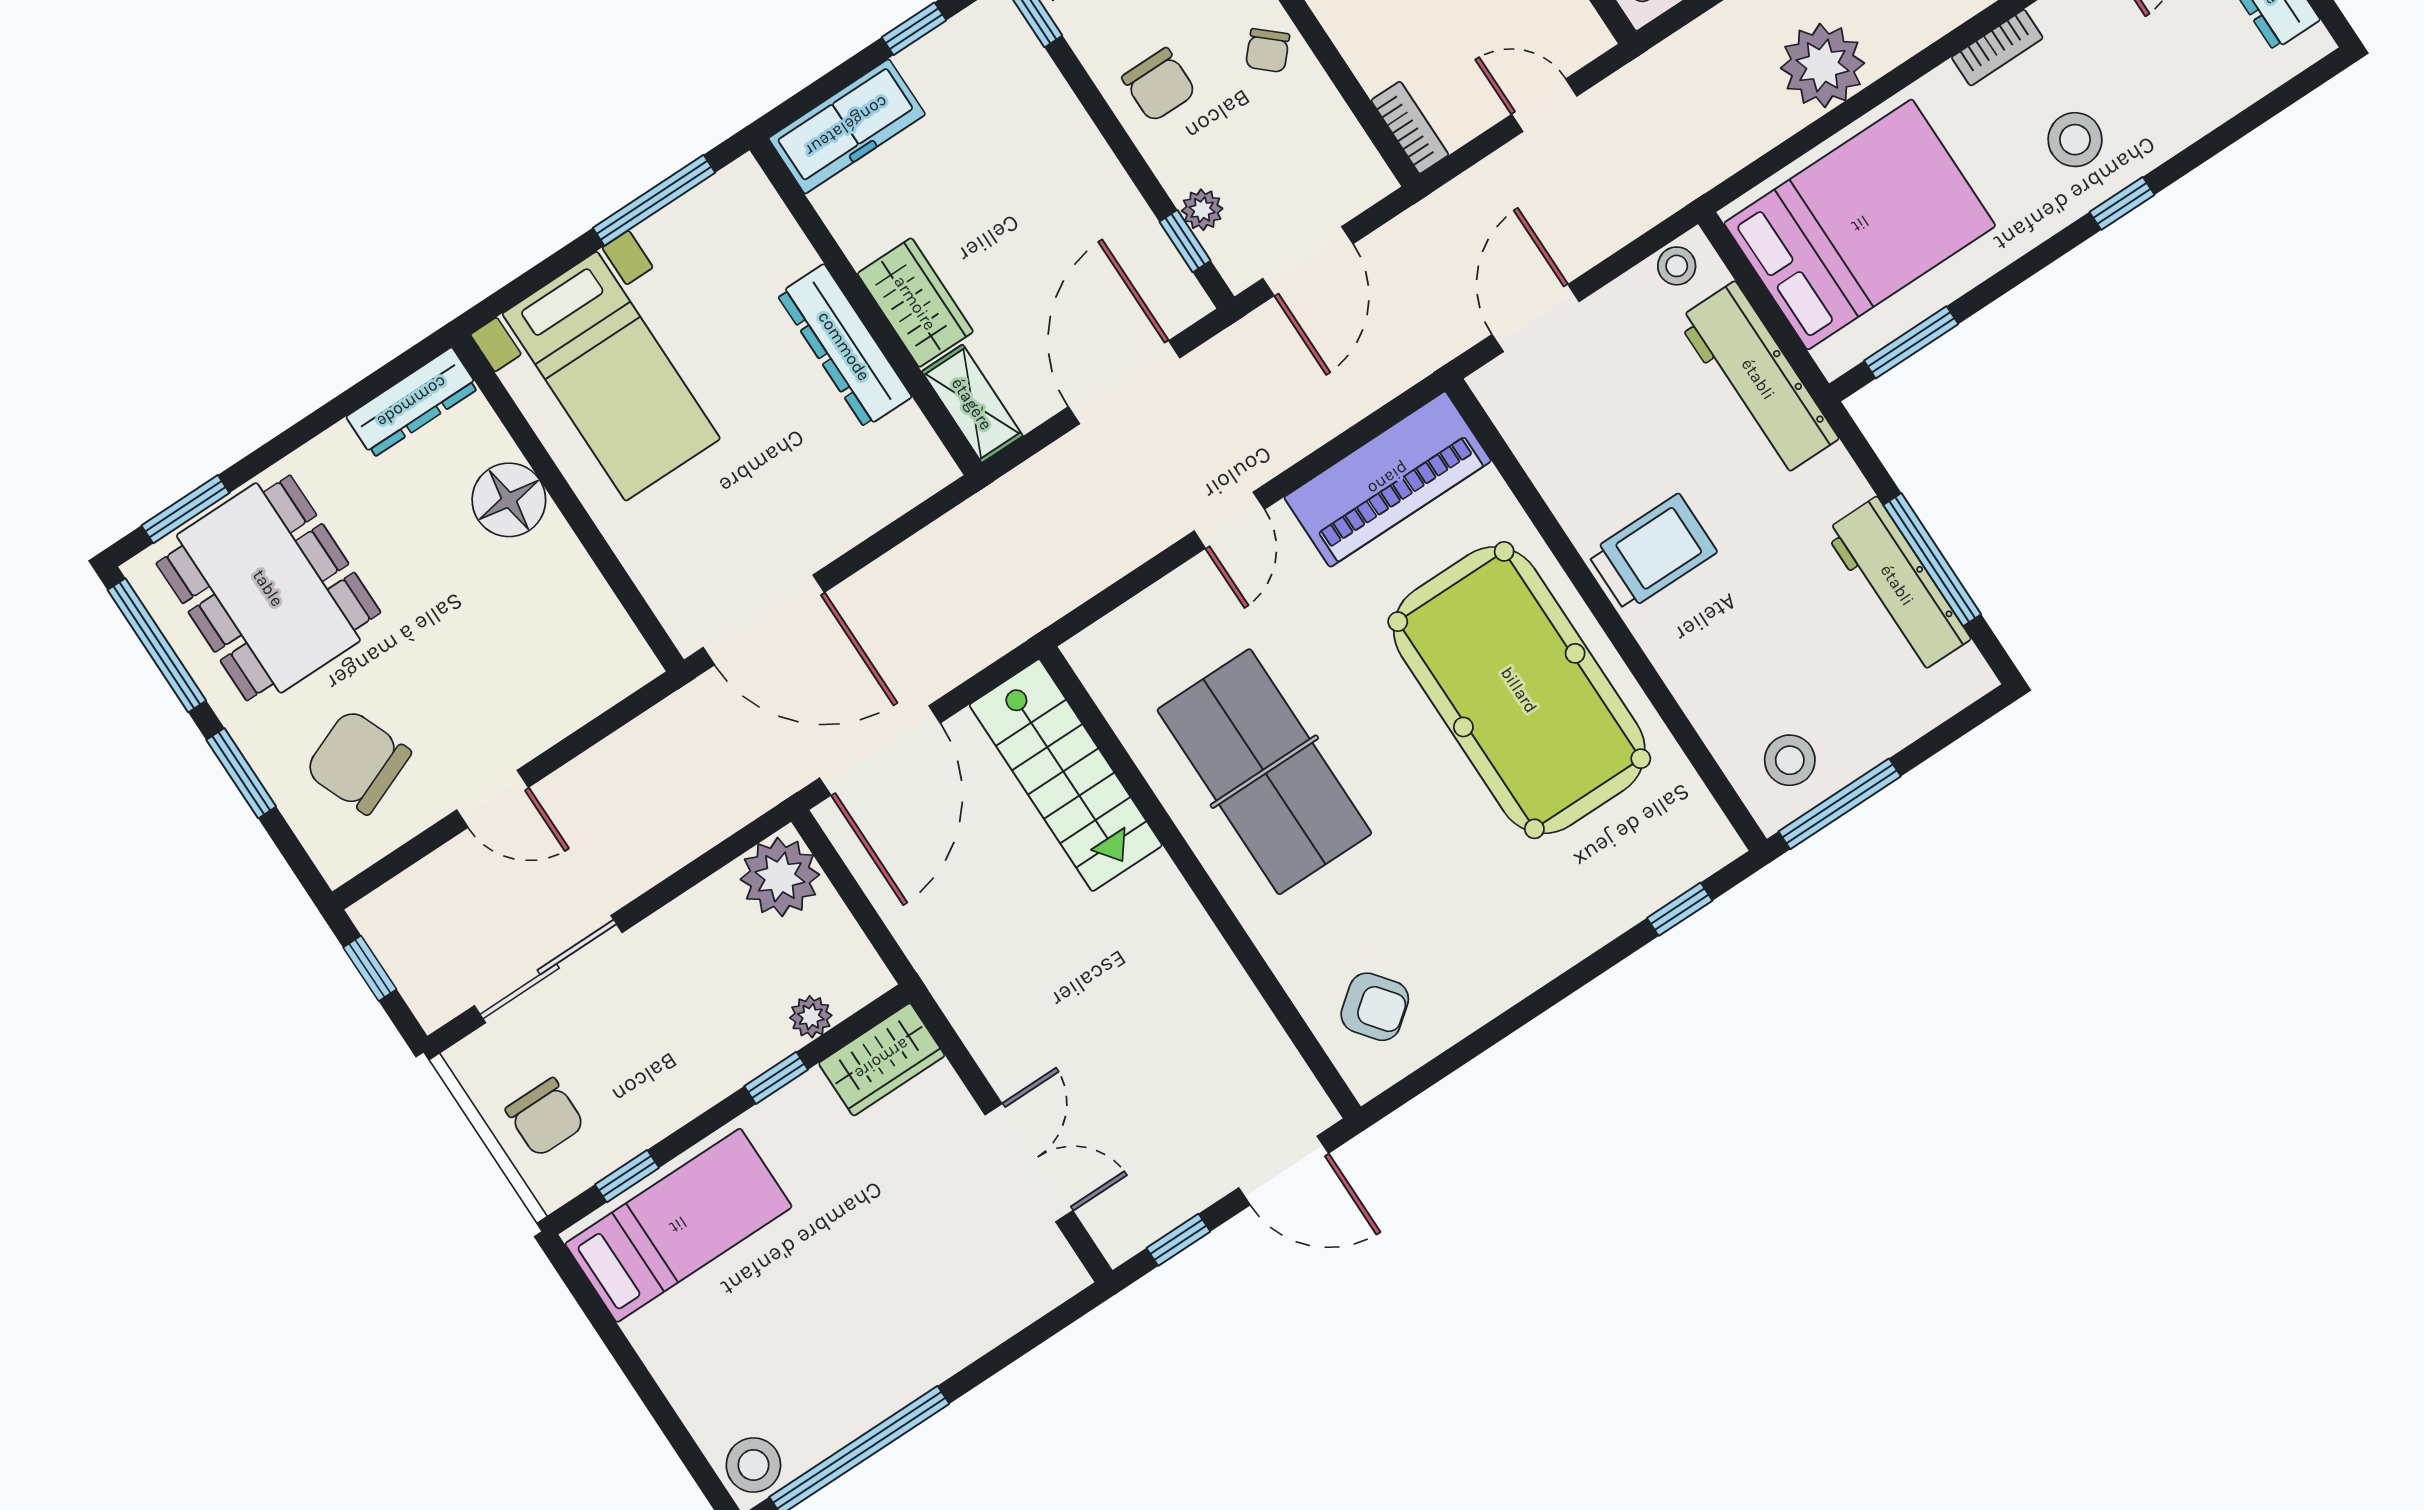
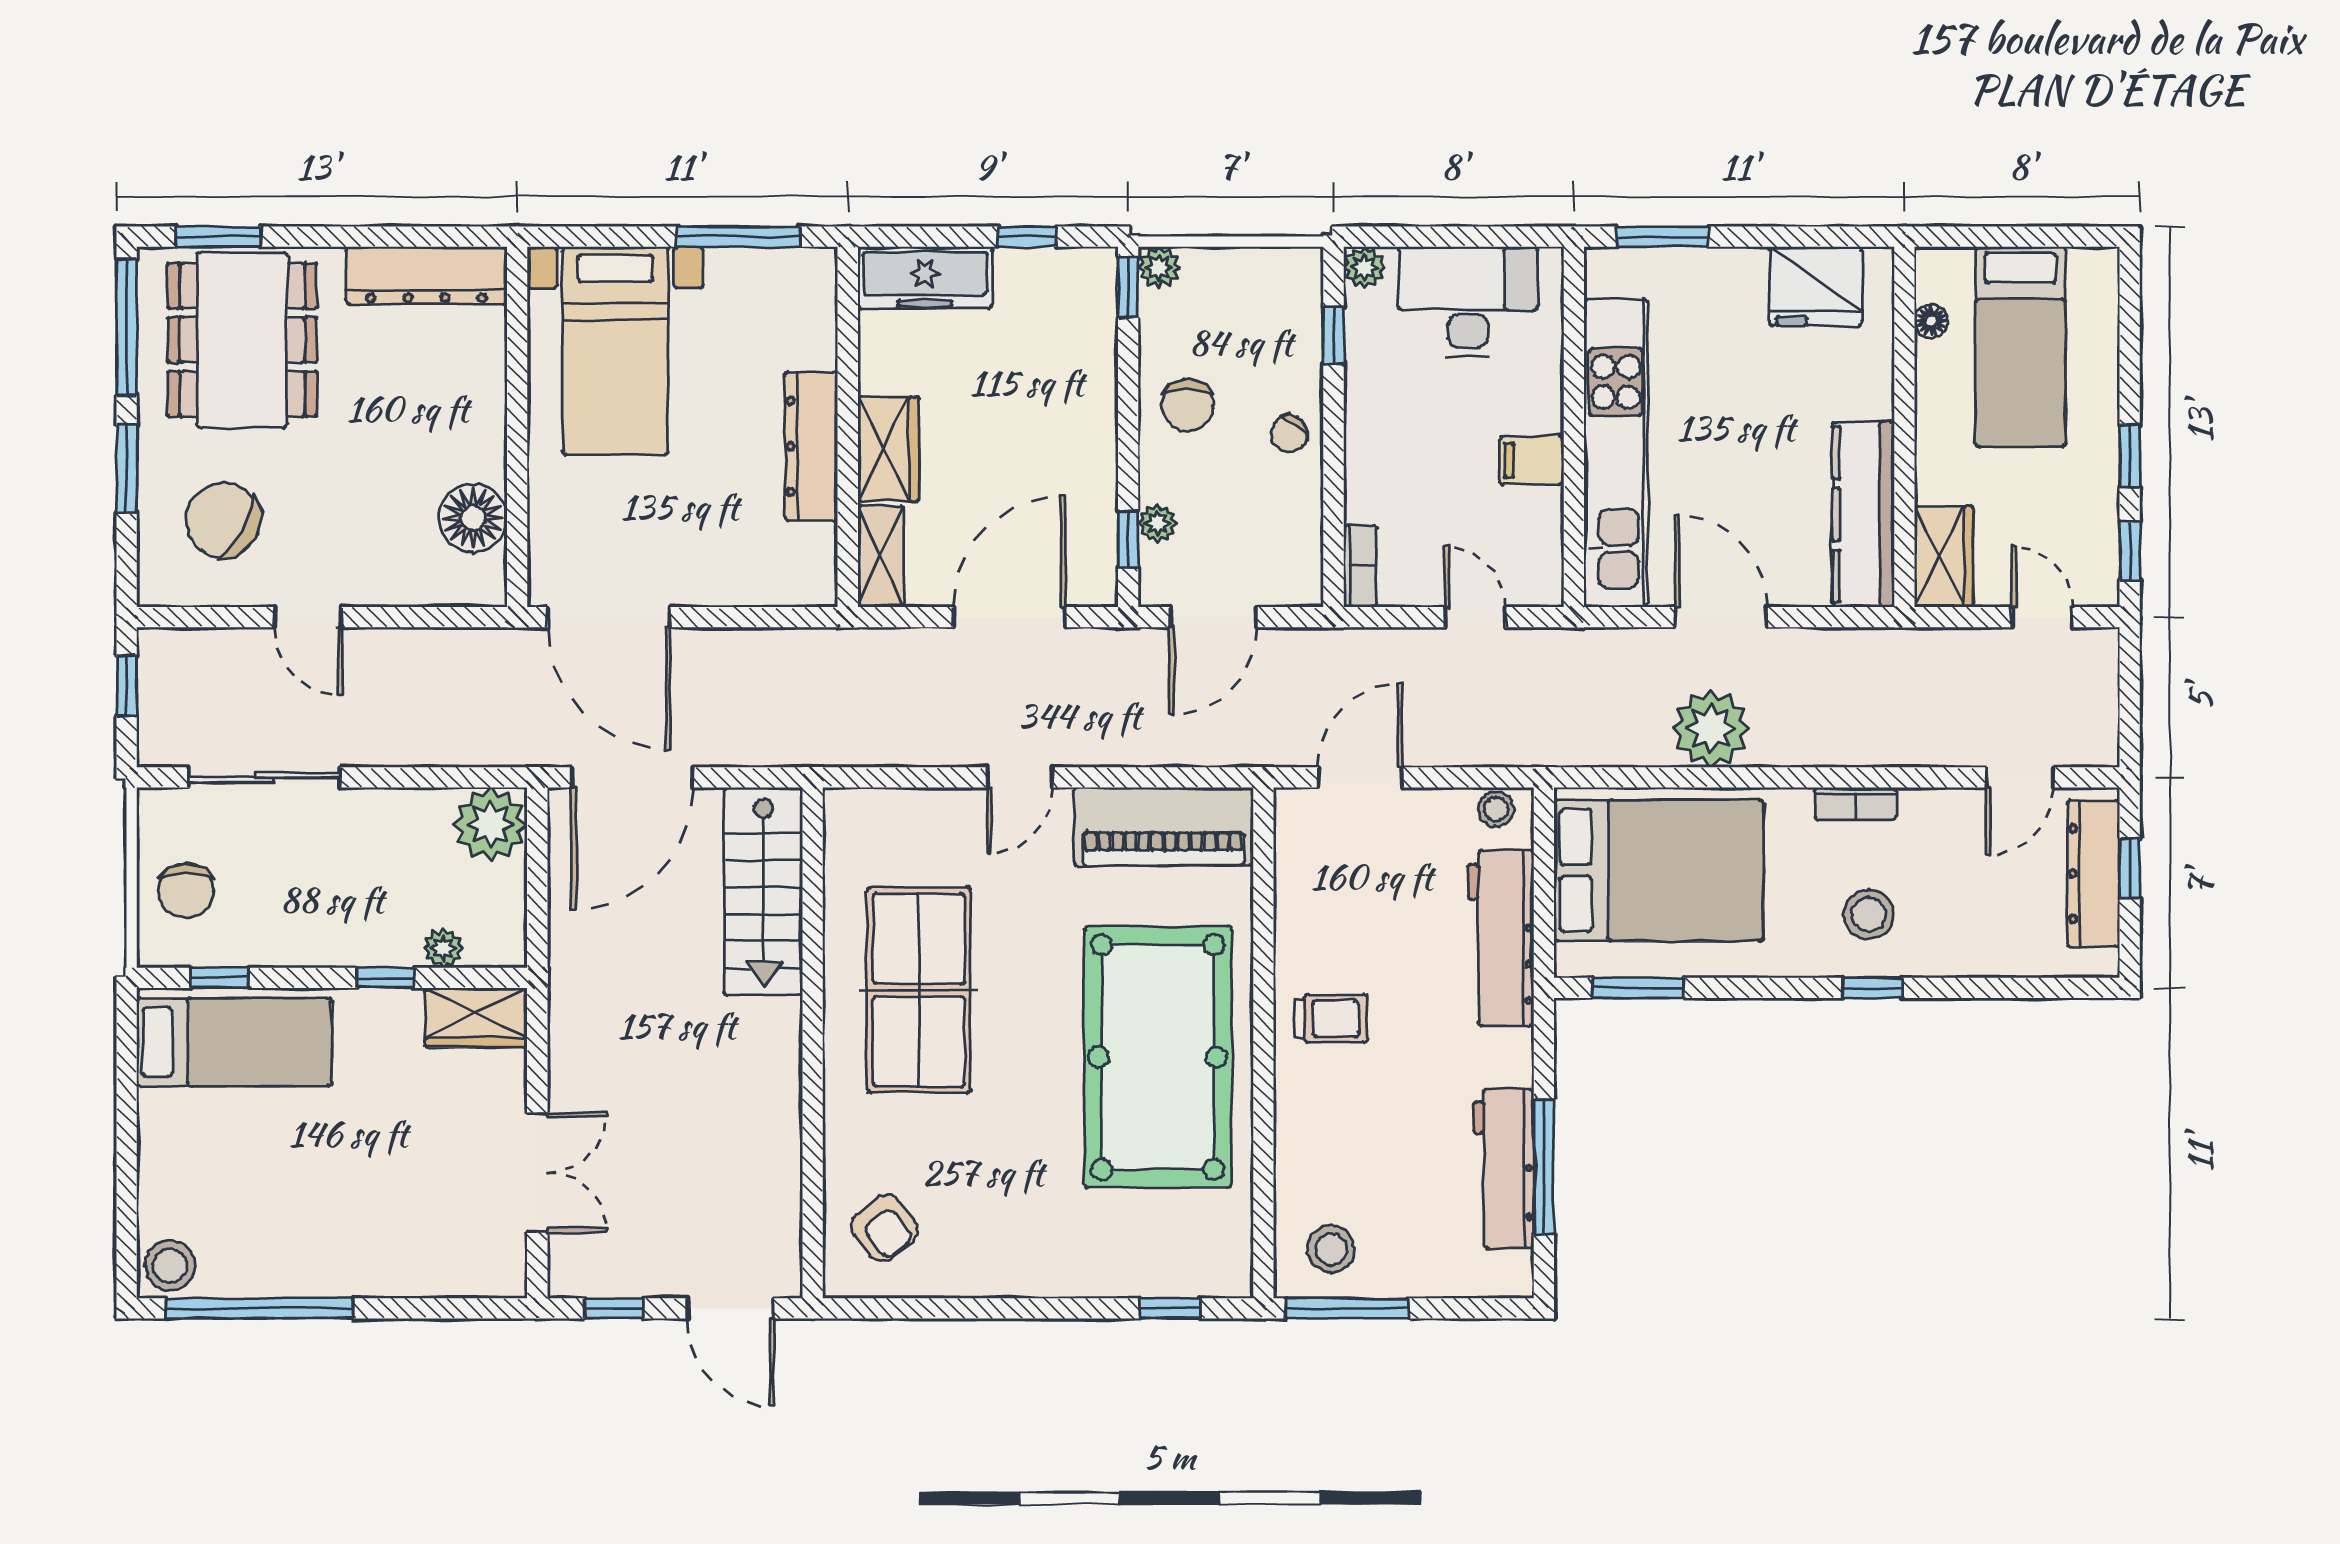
dresser: (412, 402) -> (427, 275), width x1.37, depth x1.24
floor lamp: (509, 500) -> (473, 518), moved
trolley: (1652, 553) -> (1331, 1018), width x0.73, depth x0.72
chair: (358, 762) -> (223, 520), turned -39

